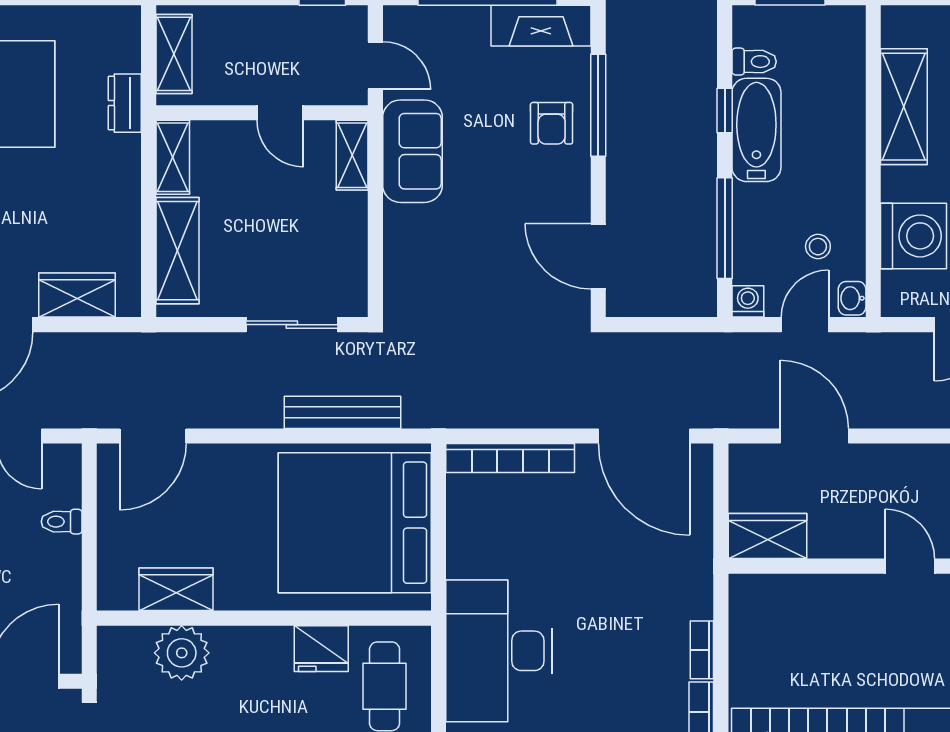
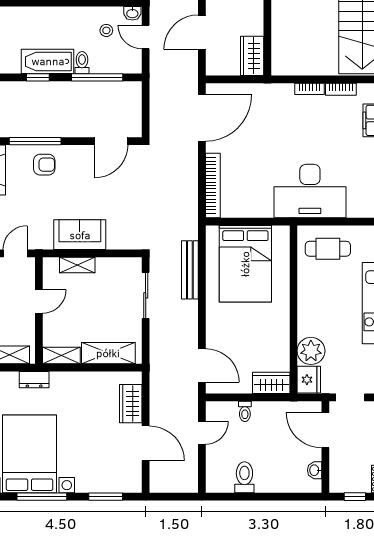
toilet: (754, 62) -> (82, 63), moved
sofa: (412, 151) -> (80, 235), moved
shelving: (352, 155) -> (77, 265), moved
washing machine: (748, 301) -> (134, 66), removed
bed: (355, 523) -> (245, 264), width x0.73
wardrobe: (176, 589) -> (271, 383), moved, turned 90
fridge: (321, 649) -> (309, 380), moved

